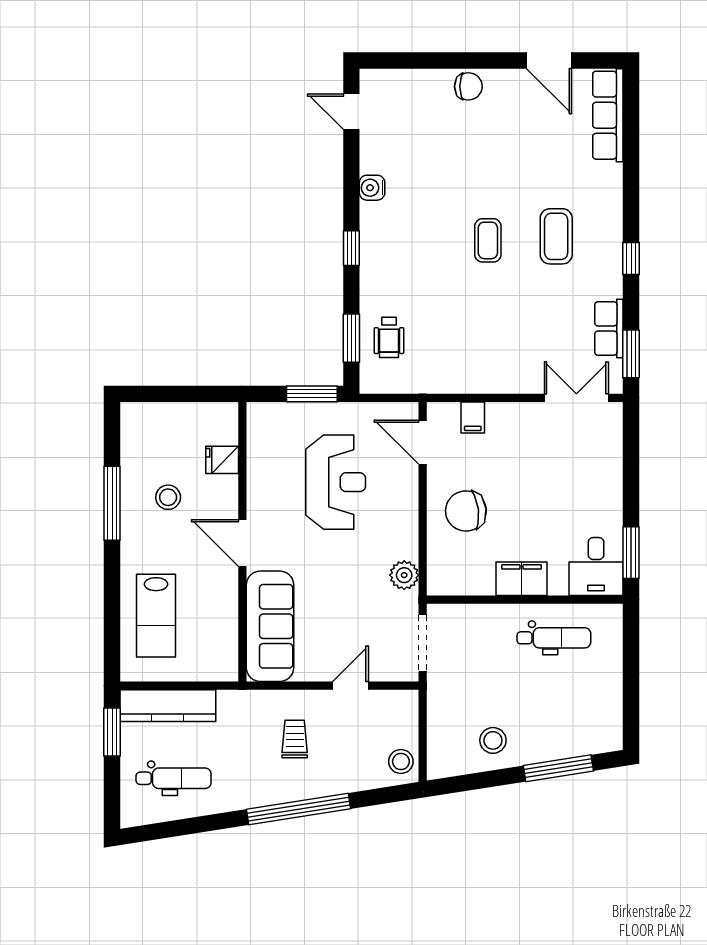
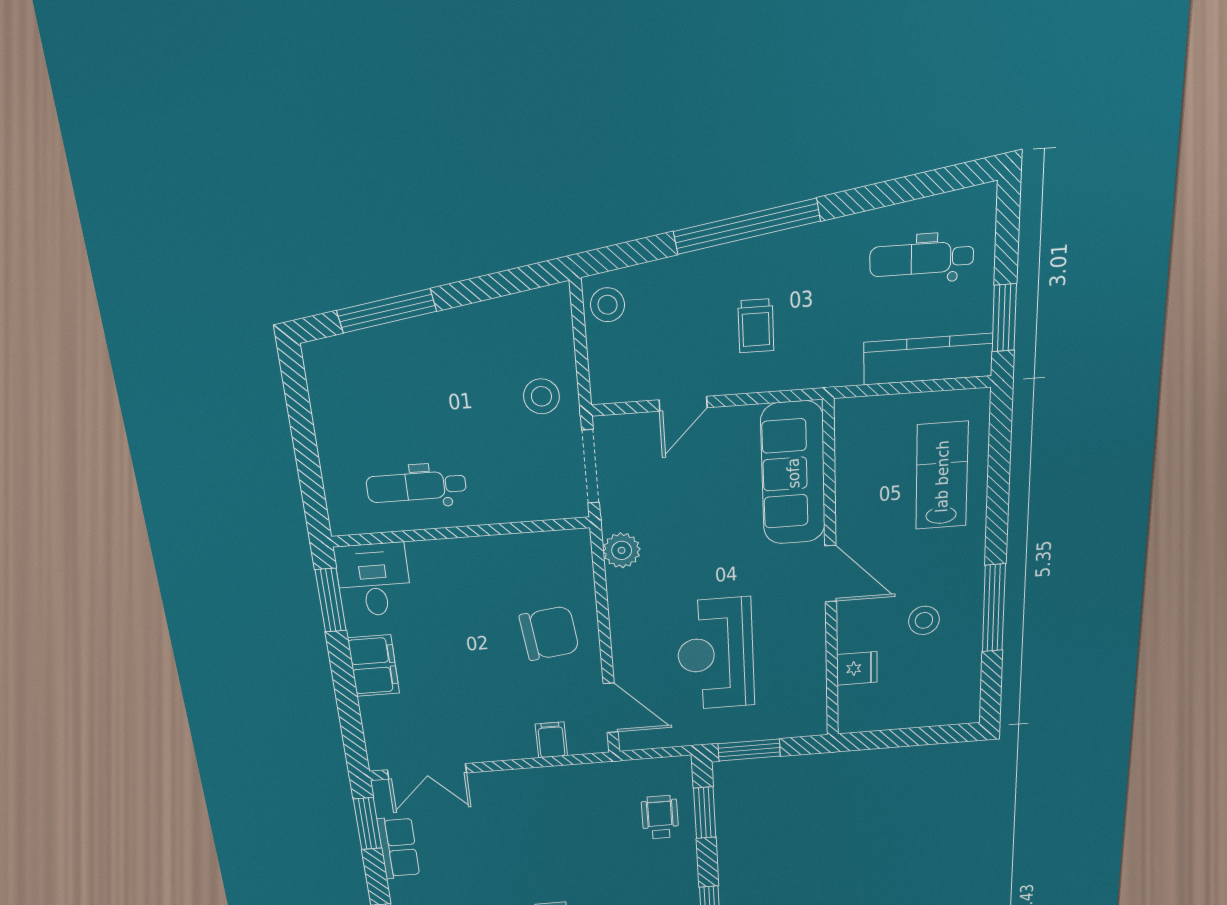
filing cabinet: (522, 579) -> (374, 666), moved, turned -90
stool: (493, 740) -> (541, 396), moved

